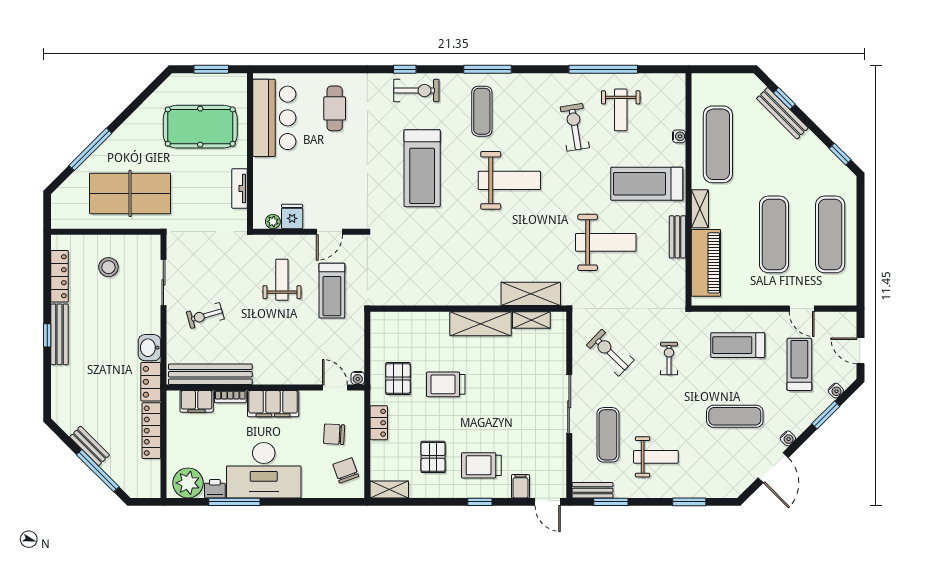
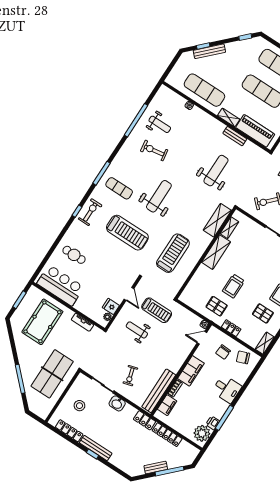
treadmill: (647, 184) -> (173, 253), moved, turned 180
washbasin: (149, 348) -> (117, 403), moved
desk: (264, 470) -> (227, 389), width x0.53, depth x0.77

